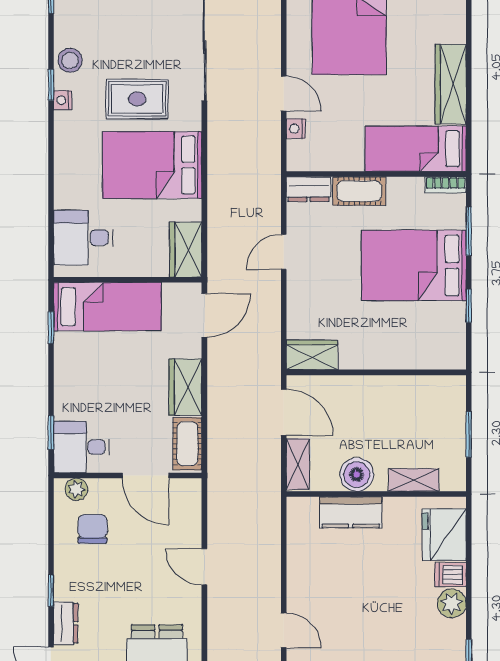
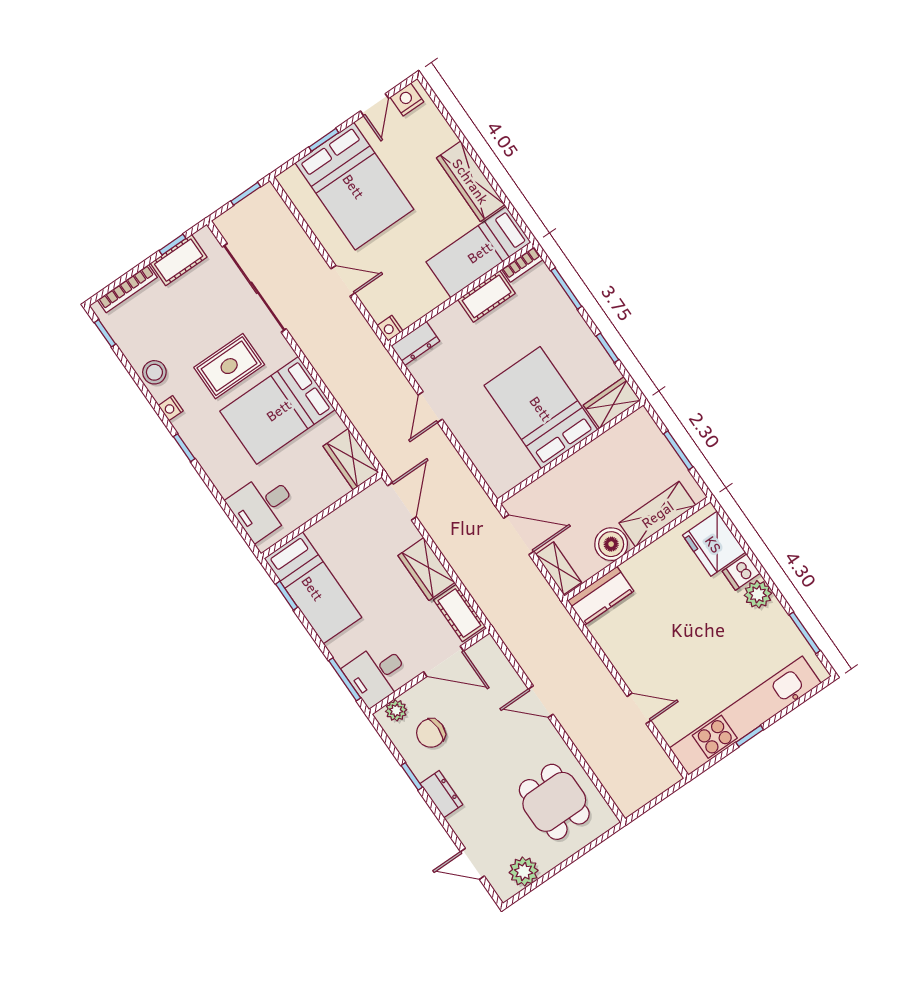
window: (51, 85) -> (184, 448), moved
nightstand: (296, 129) -> (390, 328), moved
cot: (359, 191) -> (487, 296), moved
bed: (414, 265) -> (541, 408), moved, turned 90
bed: (107, 307) -> (313, 588), moved, turned 90
wardrobe: (312, 355) -> (612, 403), moved
window: (51, 433) -> (345, 679), width x1.50
shelving: (414, 480) -> (657, 514), width x1.50, depth x1.33
kitchen counter: (351, 512) -> (601, 596), moved
chair: (93, 529) -> (431, 733), turned -90
window: (51, 591) -> (412, 776), moved
dresser: (66, 623) -> (441, 794), moved

